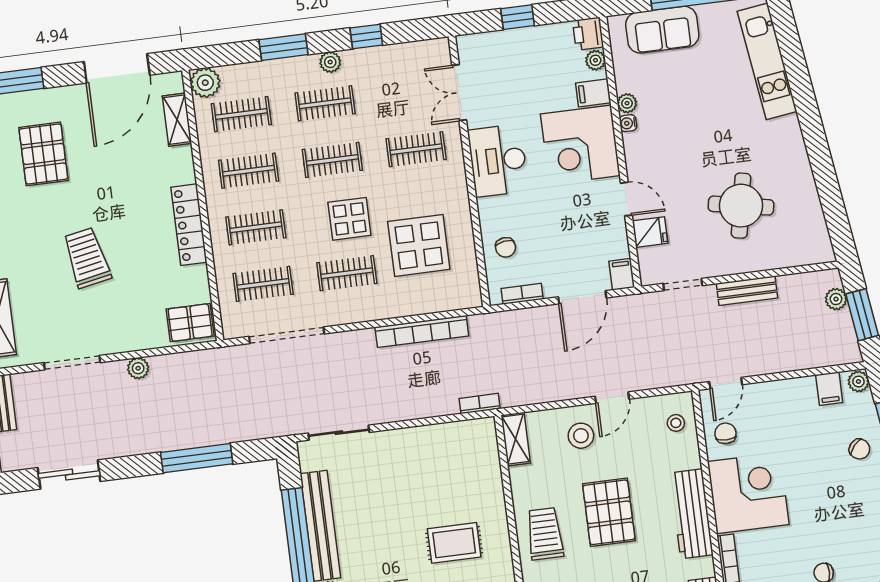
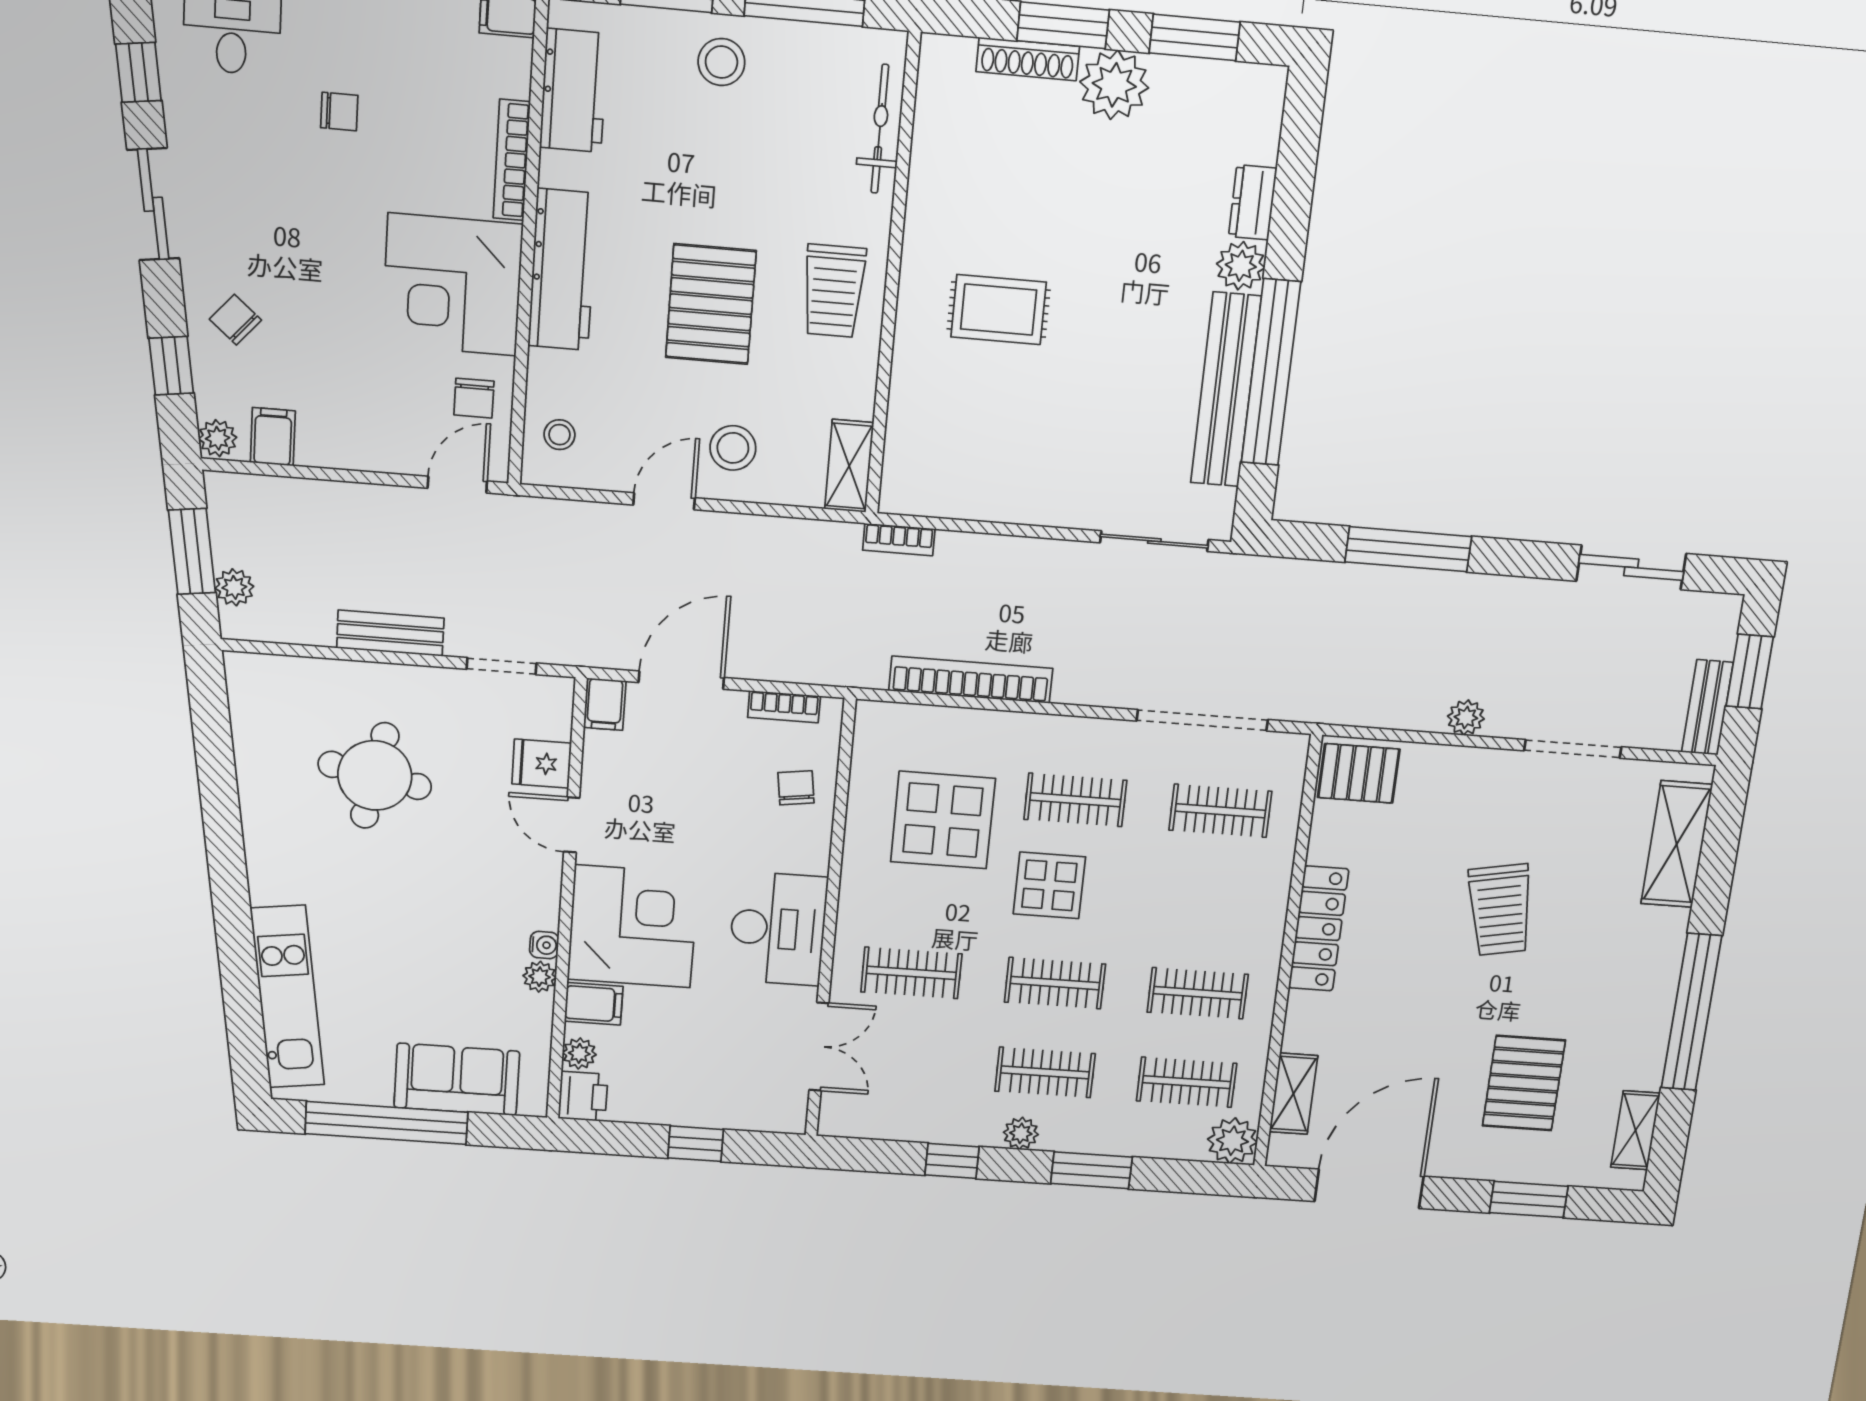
clothes rail: (256, 227) -> (1209, 903), removed

